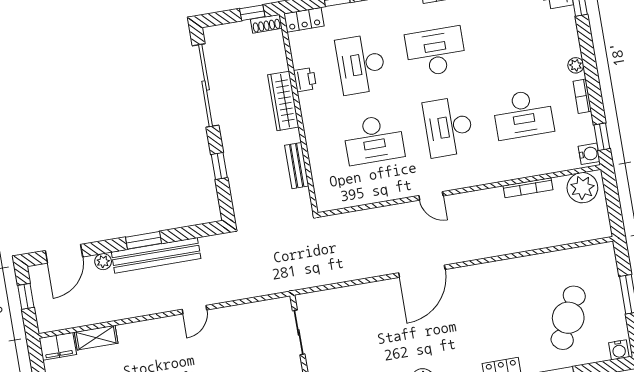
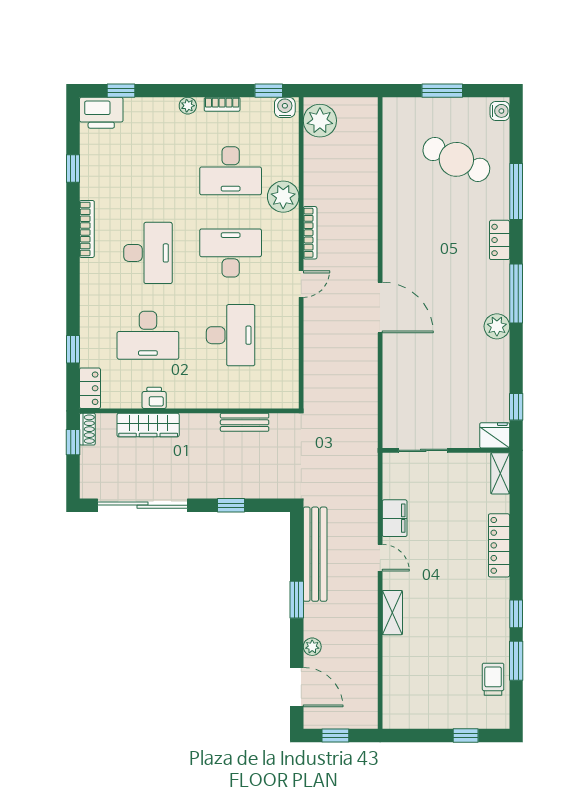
desk: (436, 52) -> (148, 253), turned 180
wardrobe: (283, 101) -> (148, 425), moved
desk: (523, 114) -> (231, 171), turned 90
desk: (448, 127) -> (231, 253), turned 180
plant: (508, 166) -> (283, 197), added
bookcase: (528, 188) -> (310, 233), moved
bench: (156, 255) -> (315, 554), moved
shelving: (96, 338) -> (392, 613), moved
filing cabinet: (58, 346) -> (395, 518), moved

